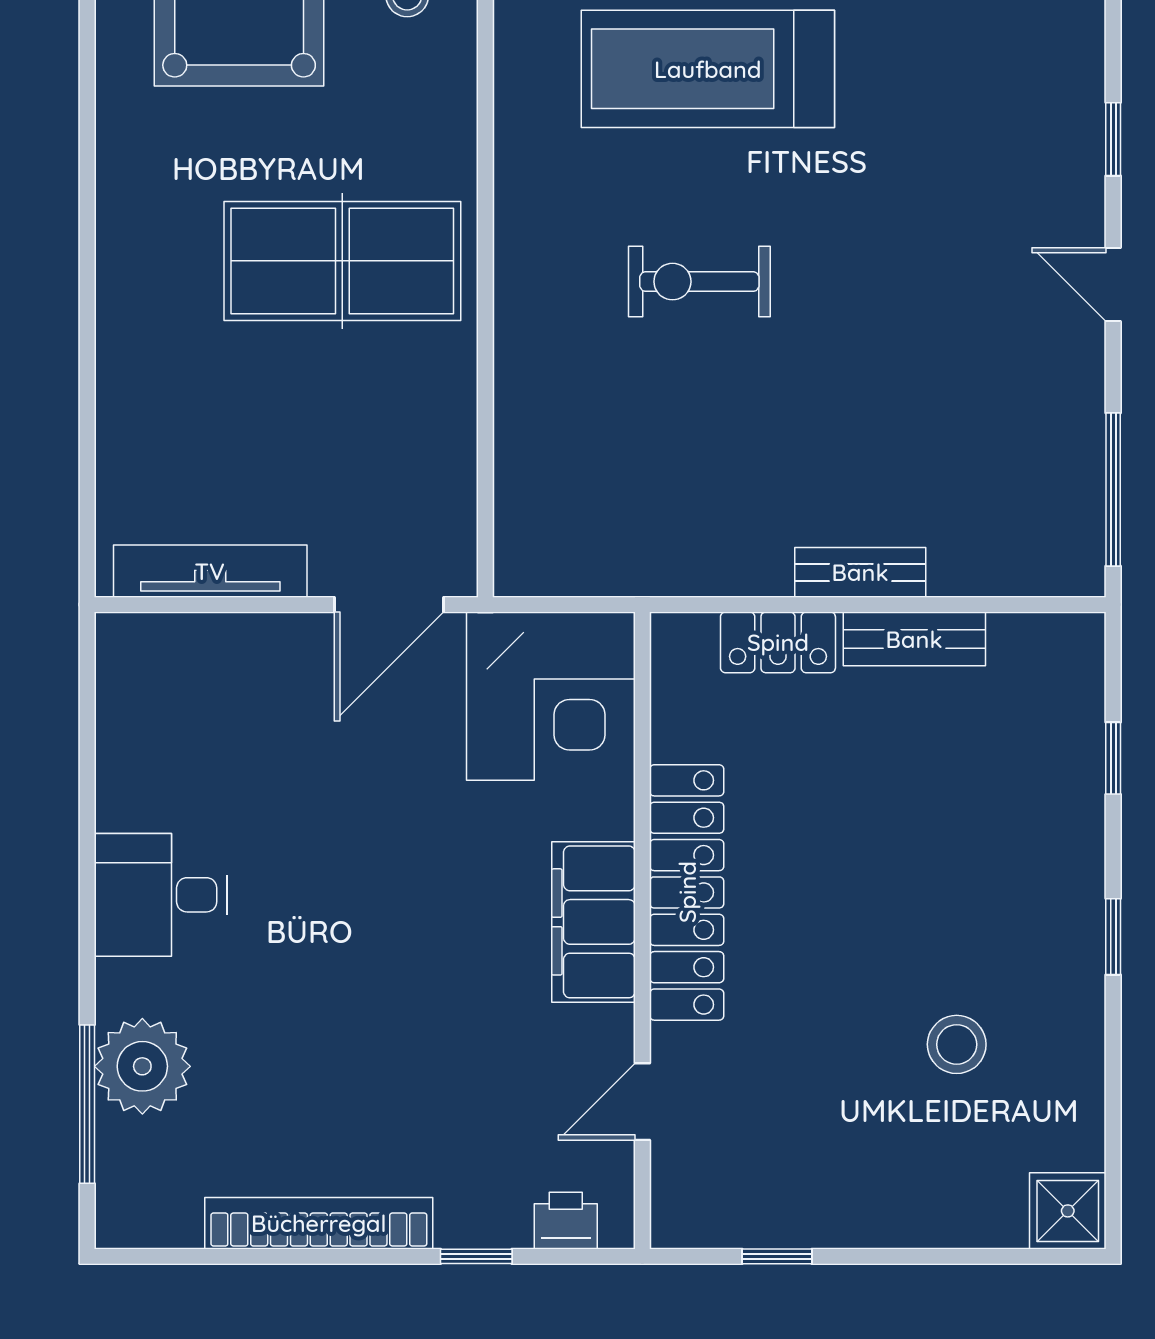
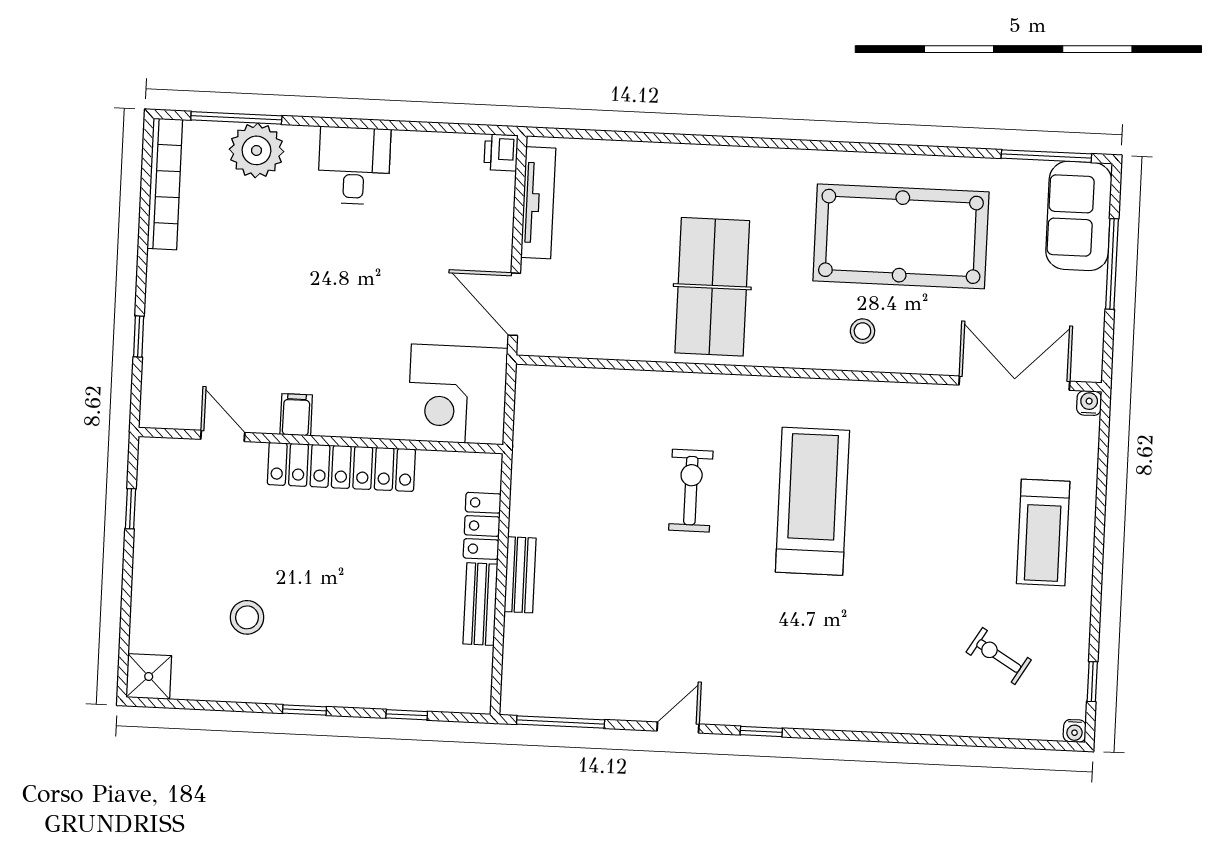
filing cabinet: (594, 922) -> (296, 415), width x0.33, depth x0.86
printer: (566, 1221) -> (501, 152), moved, turned 180
bookcase: (319, 1223) -> (165, 184), moved

